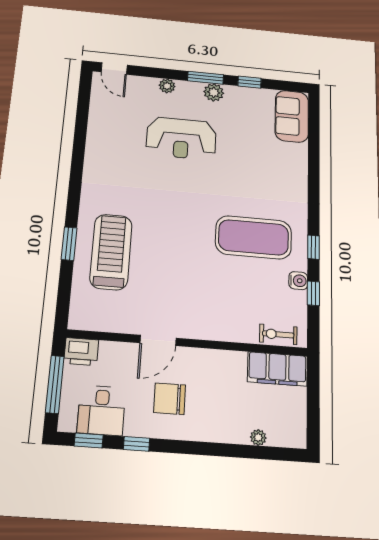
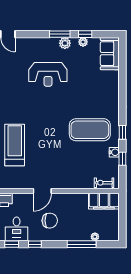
plant: (167, 86) -> (83, 42), moved
chair: (170, 399) -> (50, 221), turned 180
window: (231, 450) -> (82, 244), added

